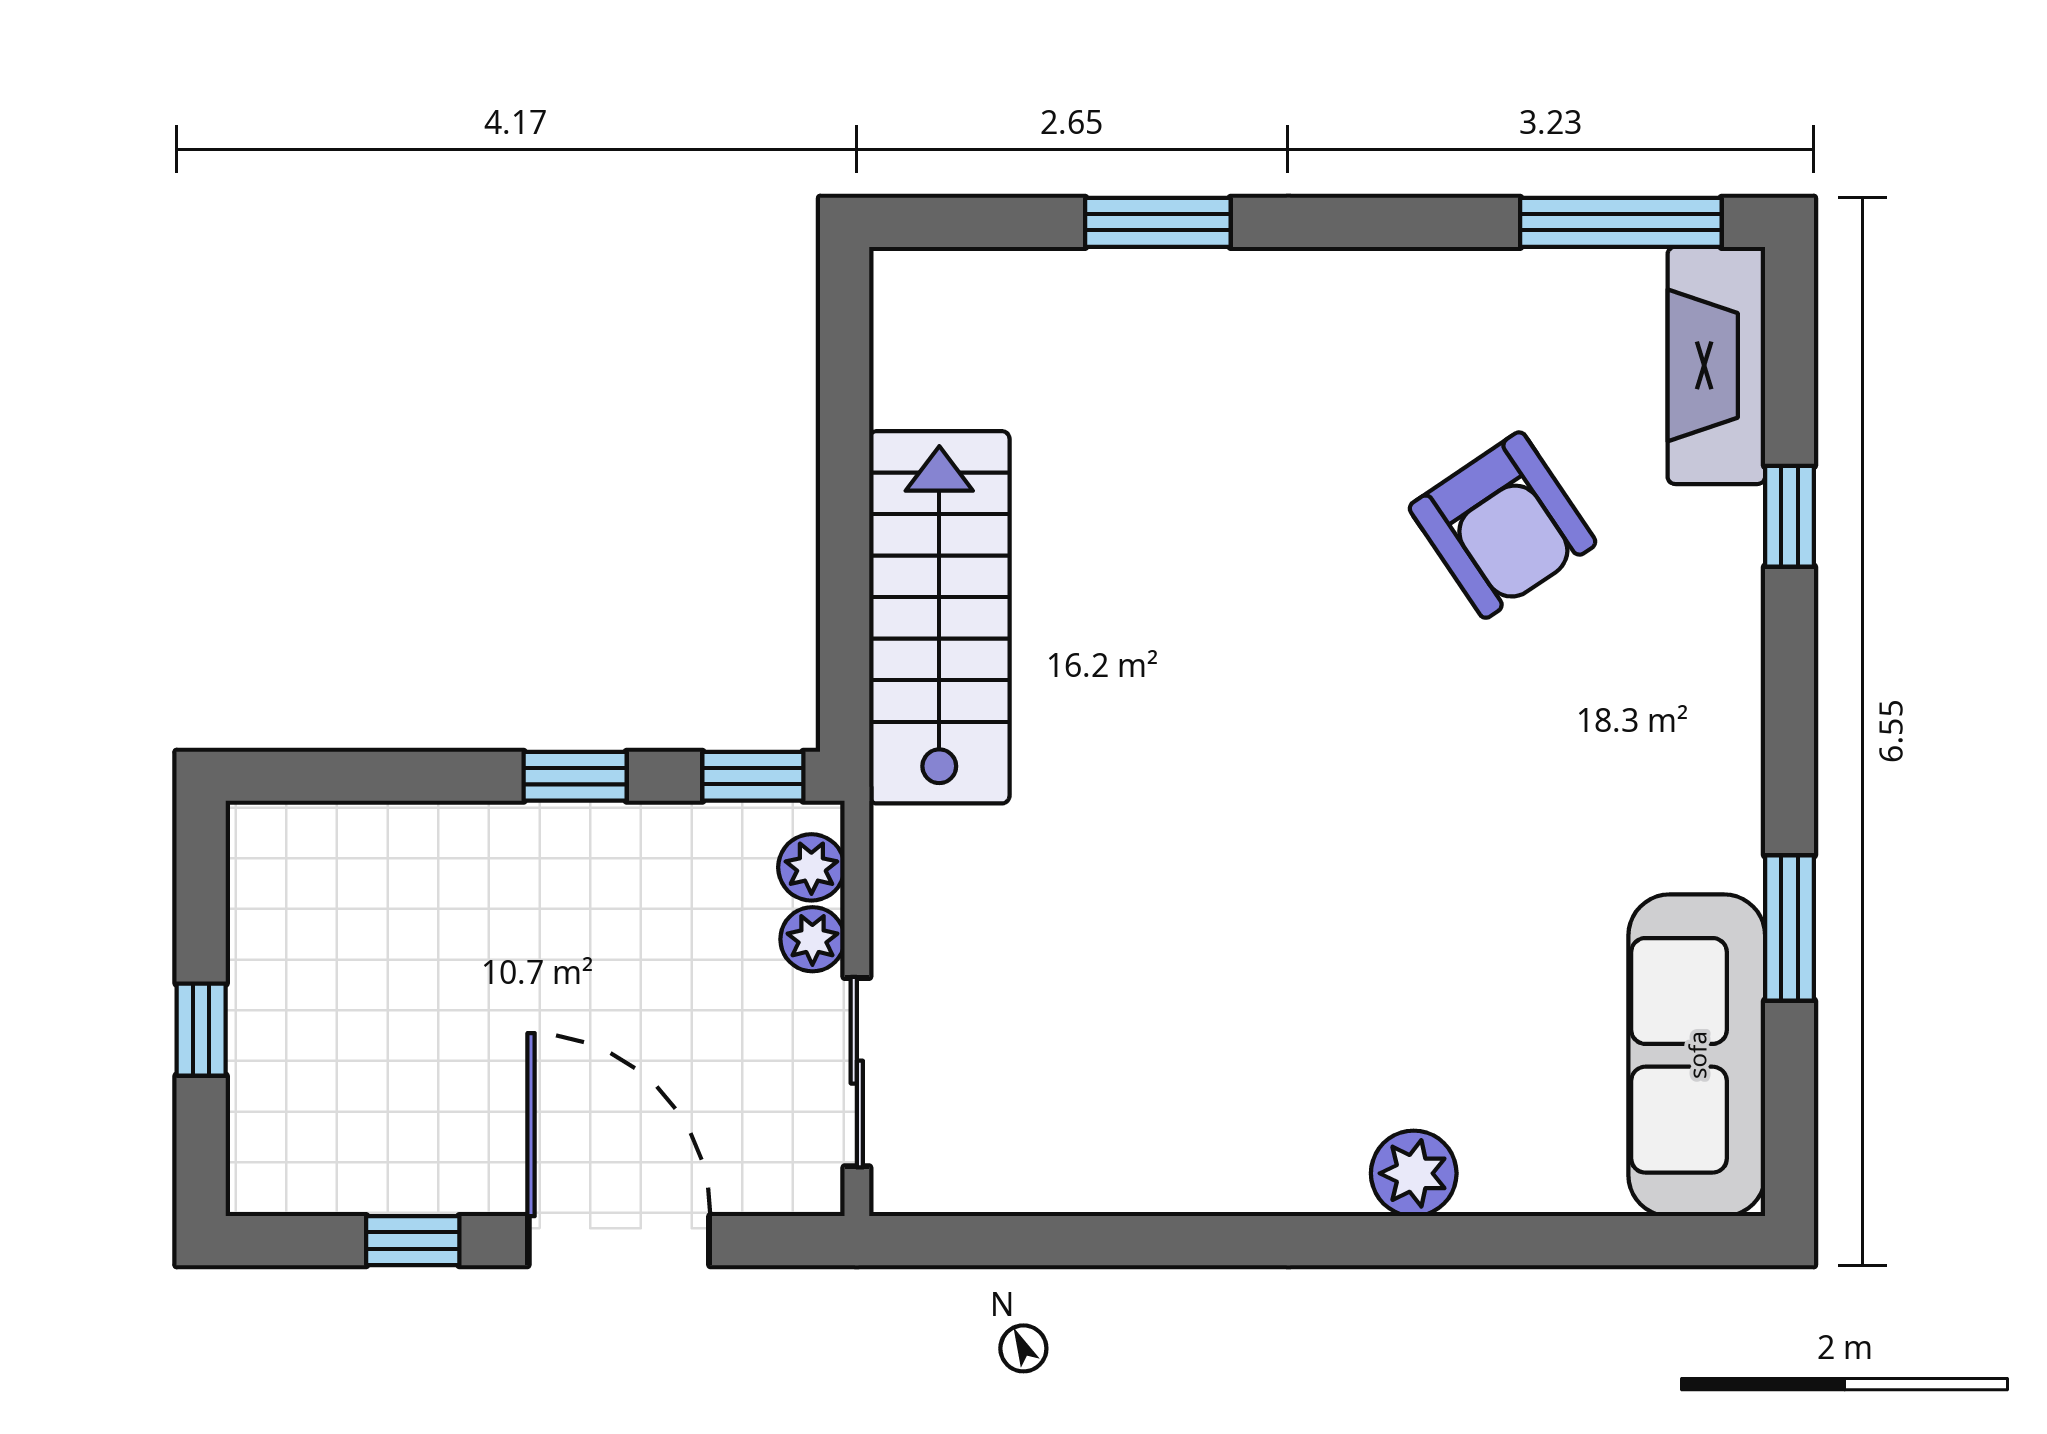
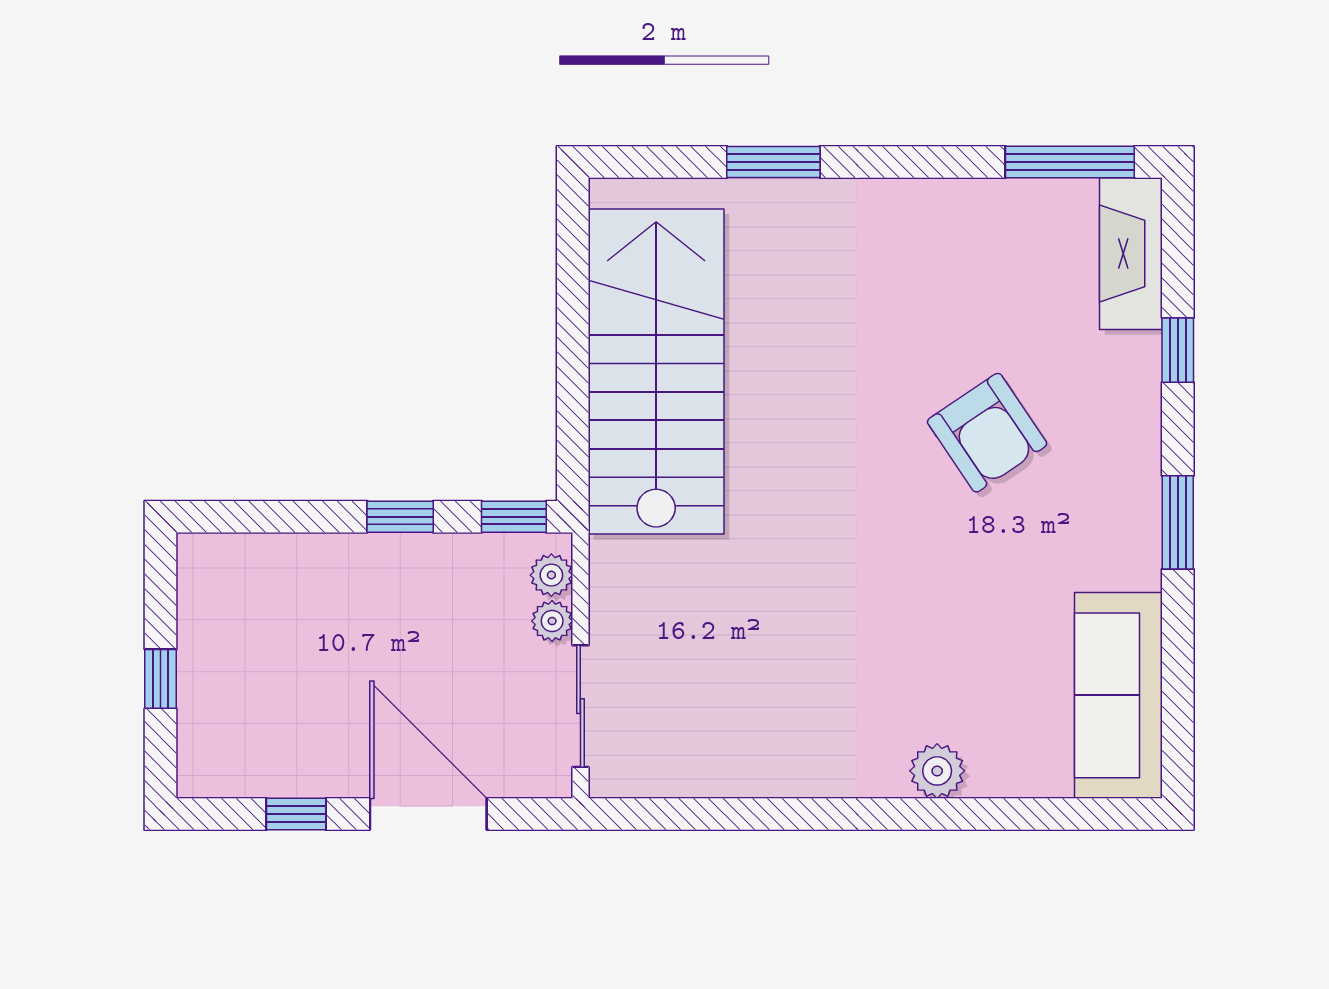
armchair: (1503, 525) -> (987, 433), moved
stairs: (939, 617) -> (656, 372), width x1.36, depth x1.51
window: (1790, 928) -> (1178, 522), moved

